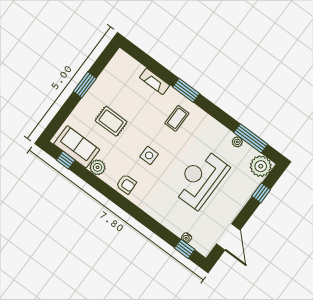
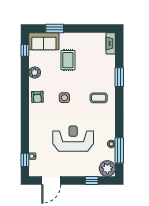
fireplace: (155, 81) -> (111, 43), moved
window: (85, 85) -> (55, 29), moved
window: (186, 90) -> (119, 77), moved
sofa: (77, 147) -> (44, 41), moved, turned 90

